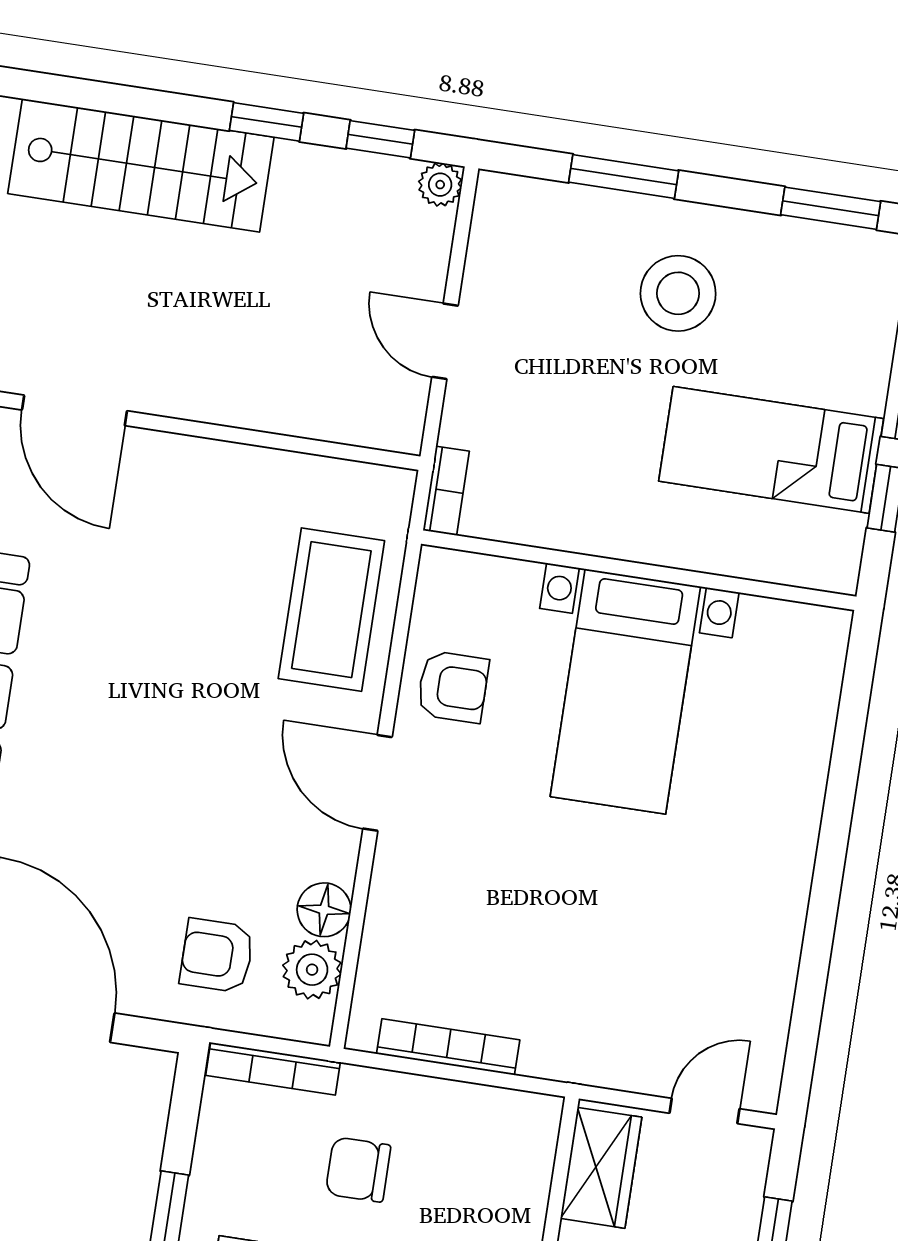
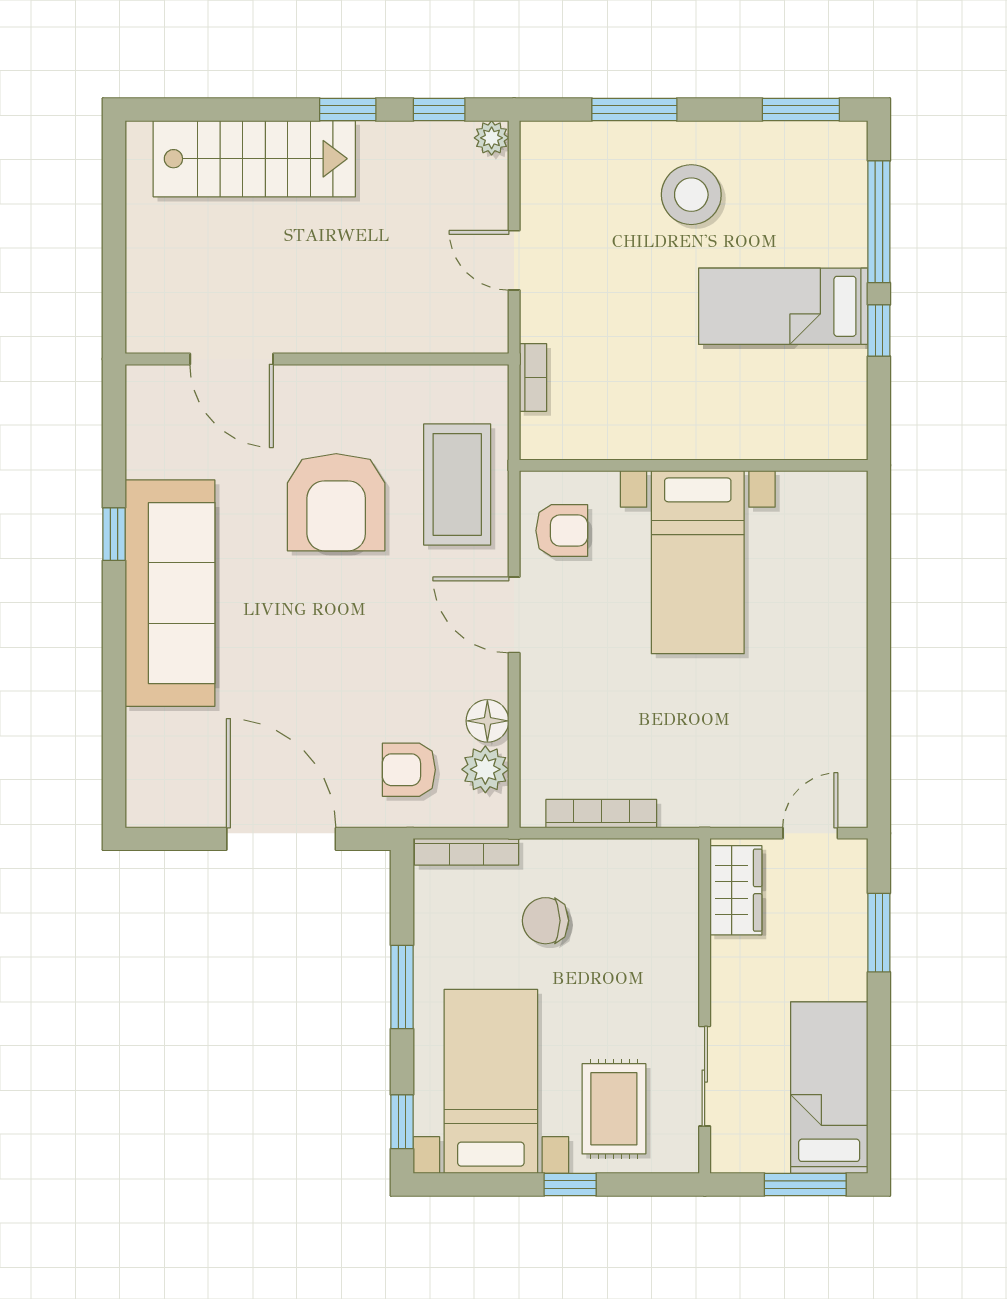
wall: (639, 570) -> (694, 465), moved
armchair: (177, 609) -> (336, 502), added
bed with nightstands: (625, 691) -> (698, 562), moved

